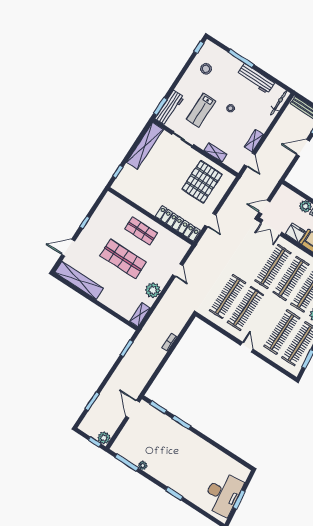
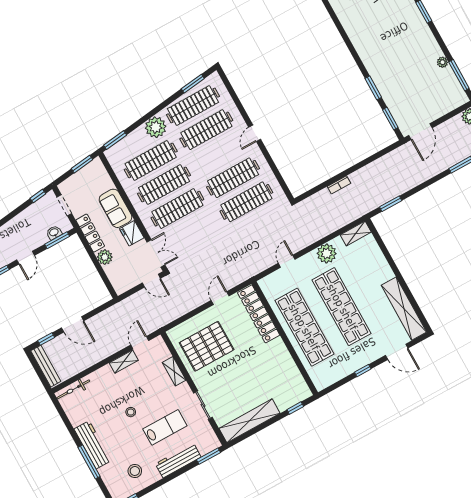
workbench: (256, 79) -> (93, 445), moved
workbench: (170, 108) -> (178, 460), moved
shop shelf: (141, 231) -> (304, 327), width x2.00, depth x1.36
shop shelf: (123, 259) -> (342, 307), width x1.40

